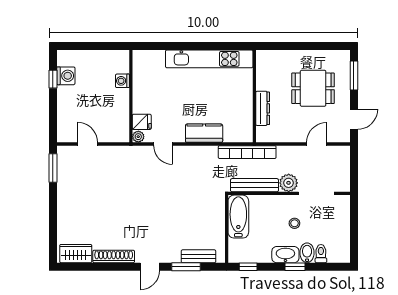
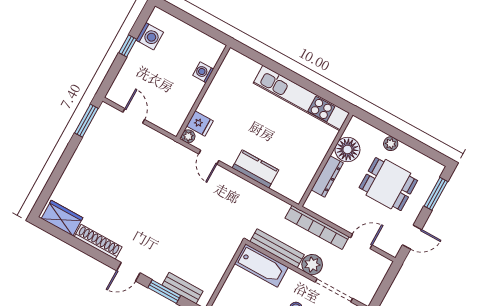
plant: (298, 56) -> (391, 144), added
window: (53, 79) -> (128, 46), moved
floor lamp: (267, 79) -> (347, 149), added
bookcase: (247, 152) -> (317, 227), moved
bathtub: (238, 217) -> (261, 265), moved, turned 90

